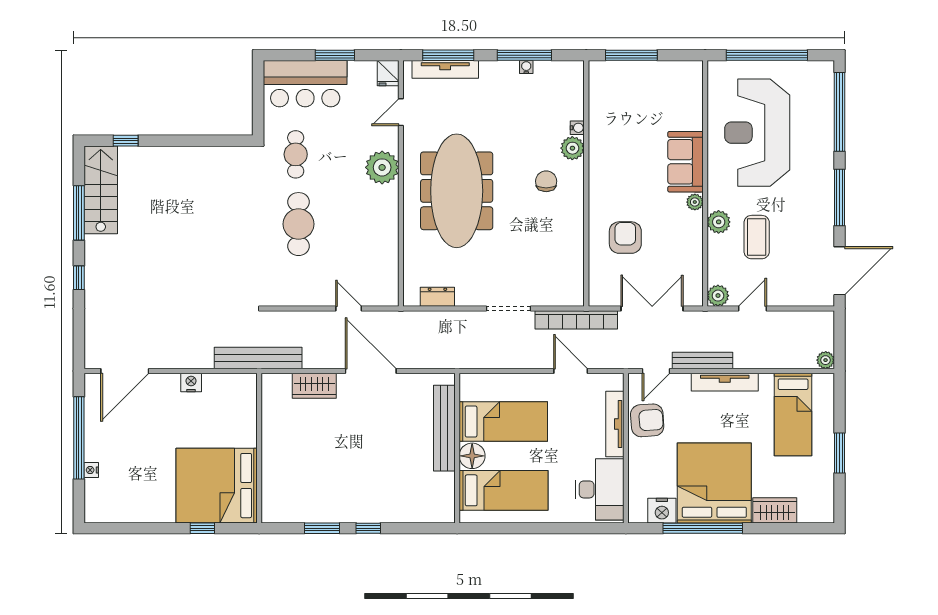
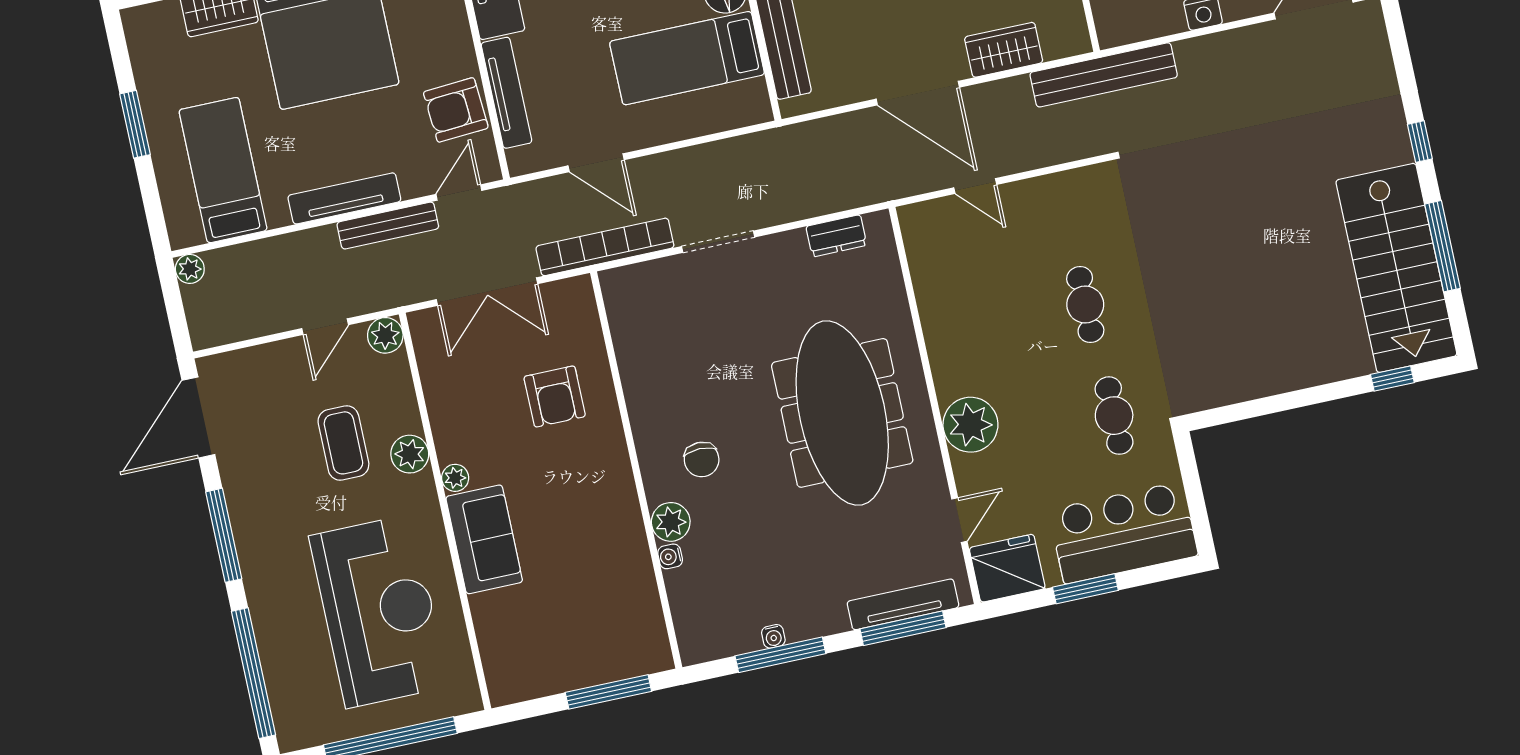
fridge: (388, 73) -> (1007, 568), width x1.88, depth x1.34
stairs: (101, 190) -> (1396, 268), width x1.36, depth x1.51
cafe table: (298, 224) -> (1085, 305), width x0.73, depth x0.74

